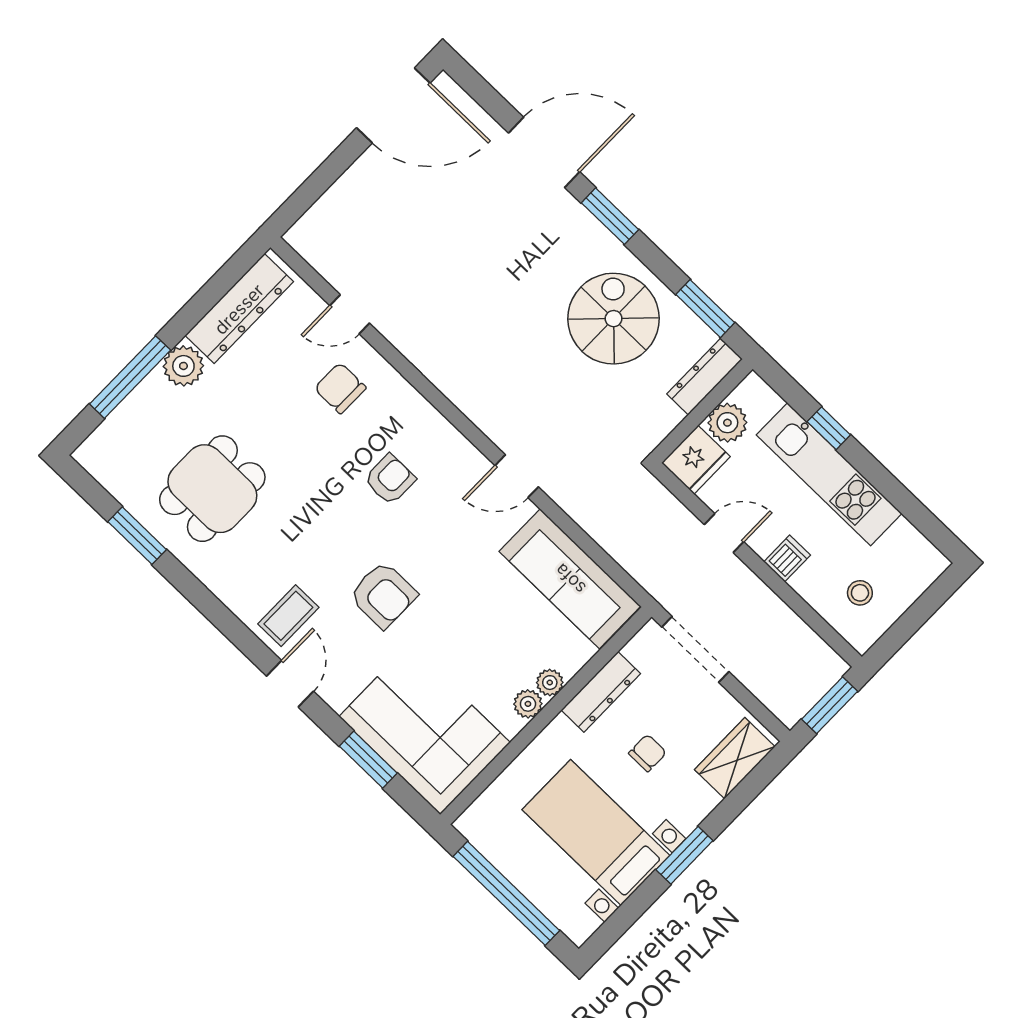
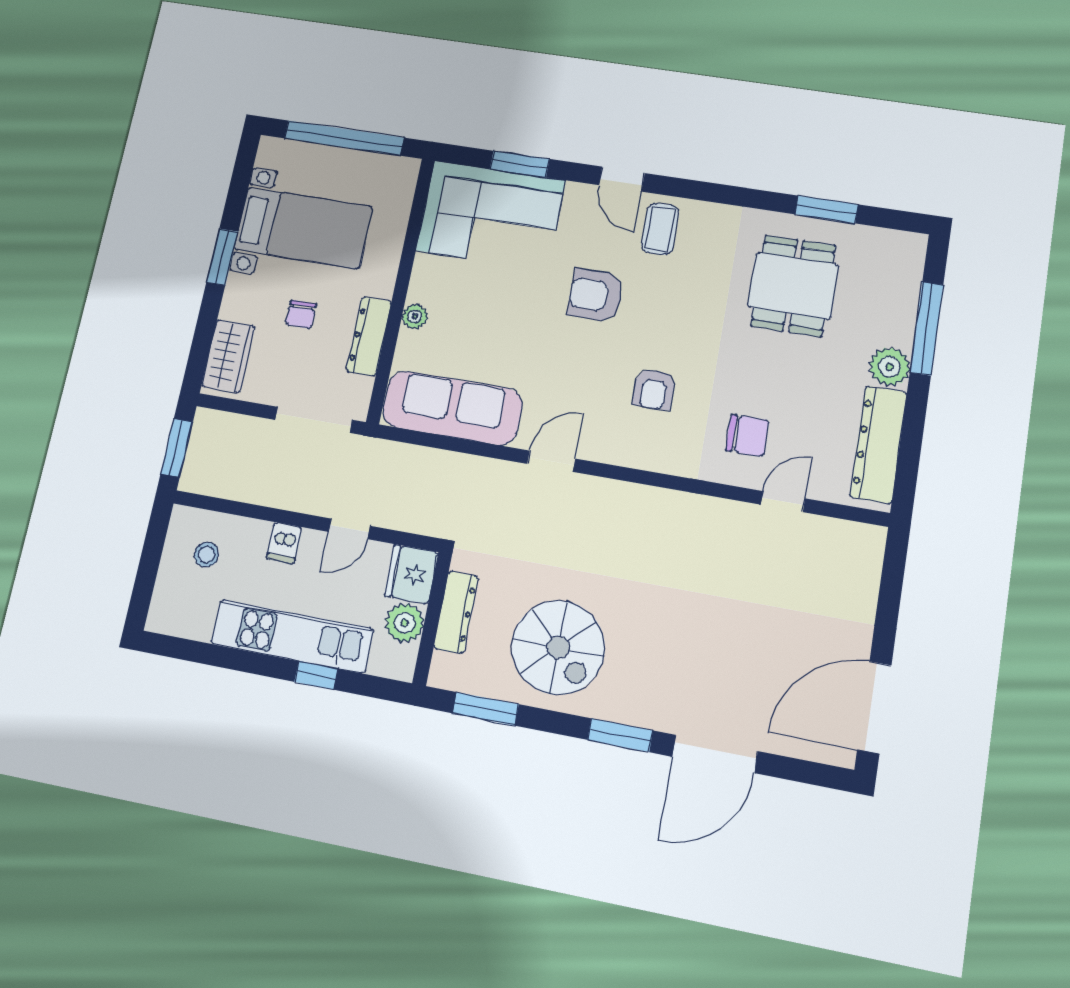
dresser: (705, 377) -> (456, 612), moved
plant: (528, 704) -> (421, 289), removed

